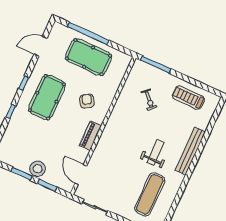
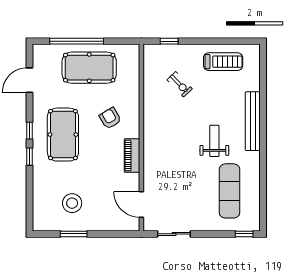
window: (156, 64) -> (169, 41), width x0.46
treadmill: (188, 97) -> (223, 62), turned 180
window: (11, 111) -> (30, 157), moved
stool: (38, 169) -> (72, 203), moved
window: (47, 185) -> (109, 234), removed

